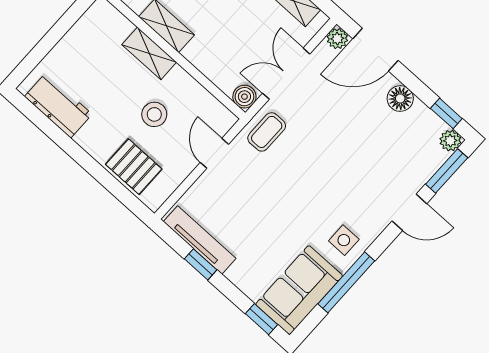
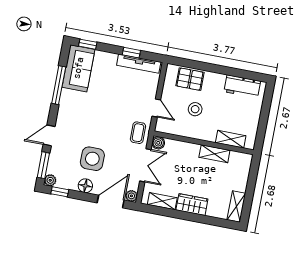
shelving: (149, 53) -> (231, 139), moved
side table: (344, 240) -> (92, 159), moved, width x1.87, depth x1.87

